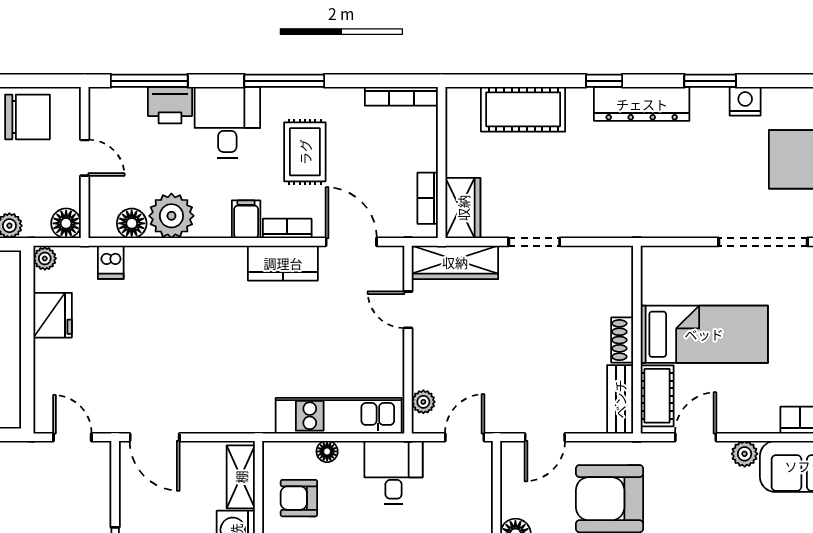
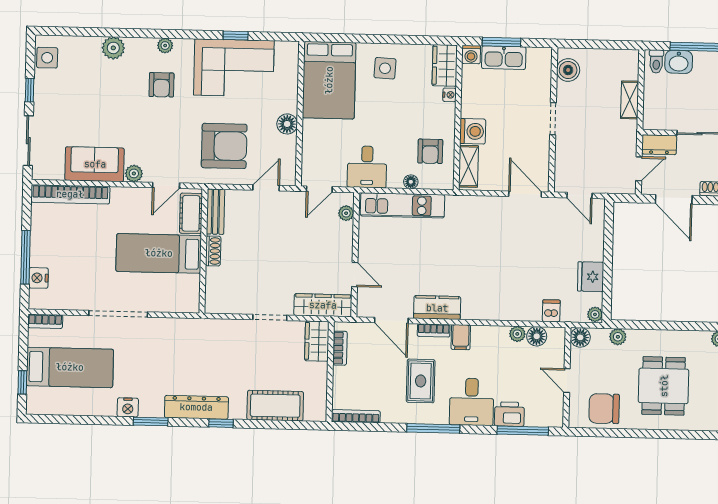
plant: (171, 216) -> (517, 334), width x0.53, depth x0.53
armchair: (299, 498) -> (430, 151), turned 90

